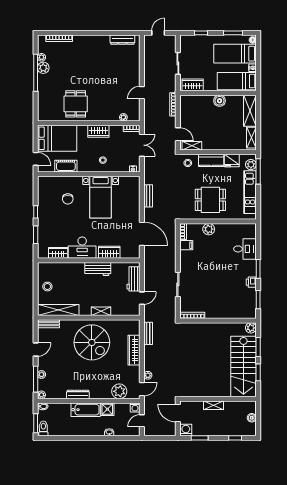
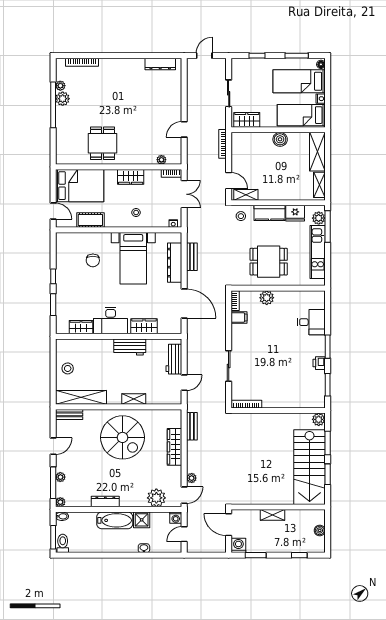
dresser: (134, 201) -> (175, 263), added

